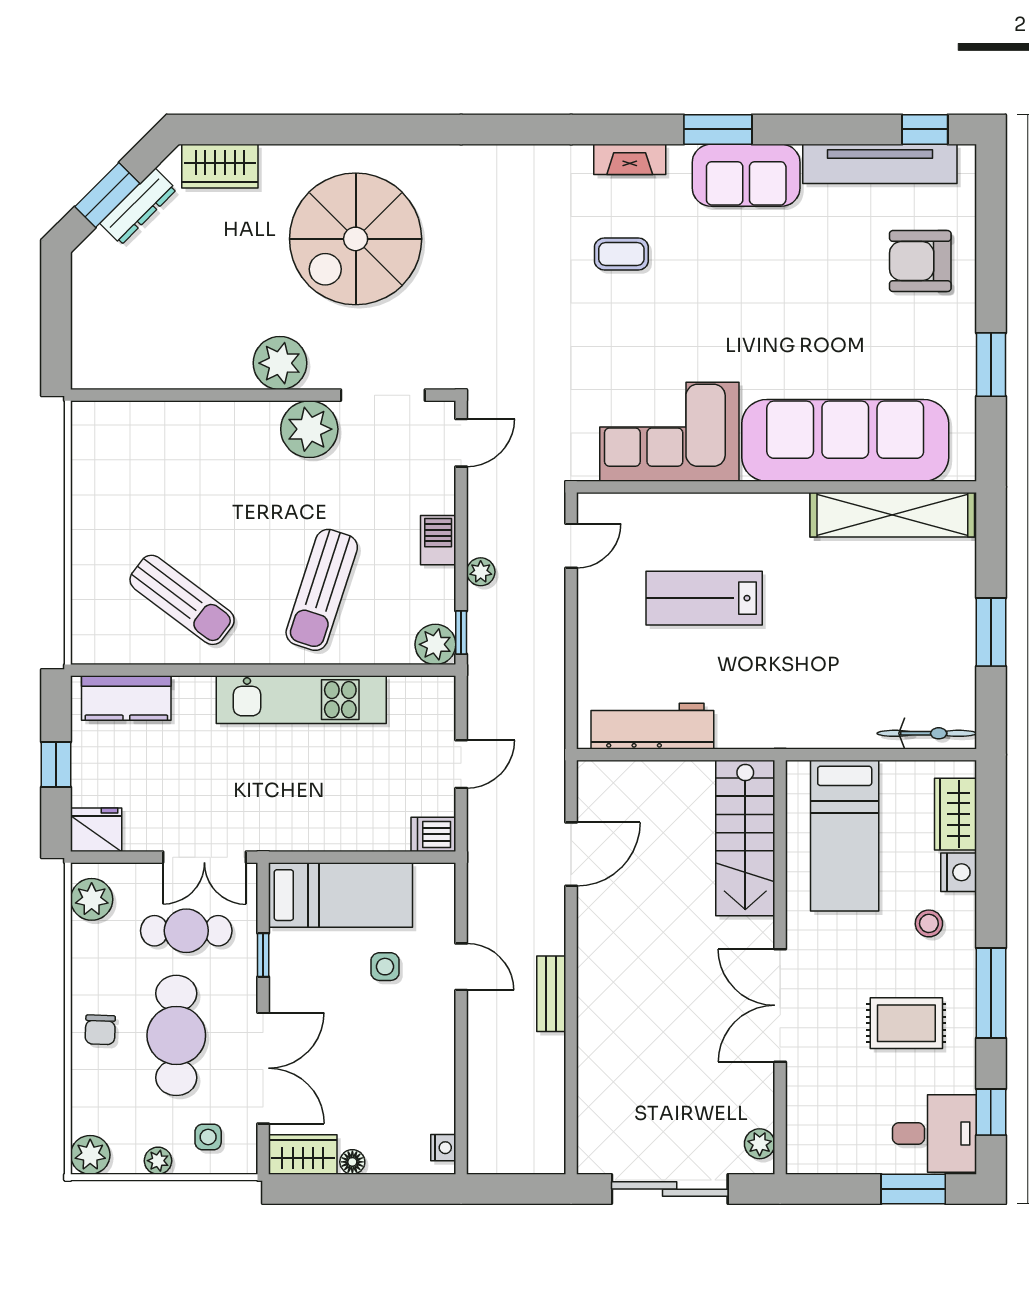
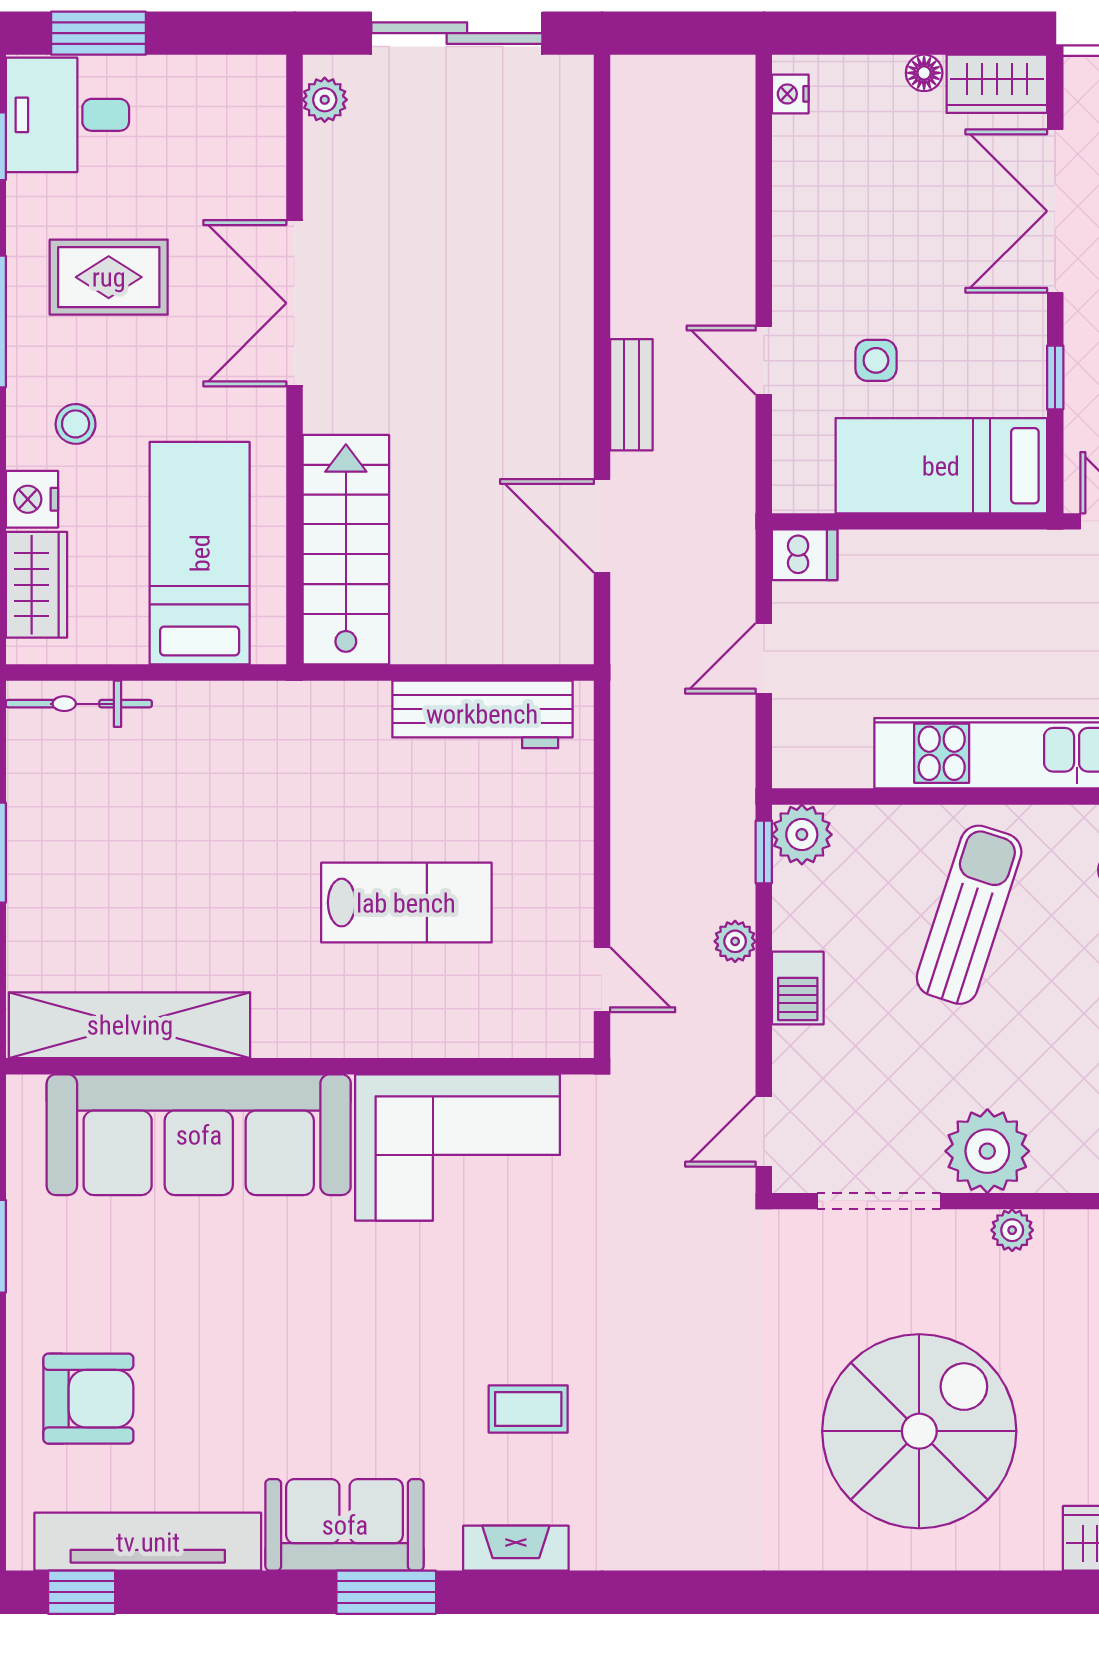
plant: (280, 363) -> (1012, 1230), width x0.53, depth x0.53
door: (571, 546) -> (602, 980), swing flipped
door: (571, 854) -> (602, 526), hinge flipped
bench: (551, 994) -> (631, 395), moved
double door: (780, 1005) -> (294, 303), swing flipped

